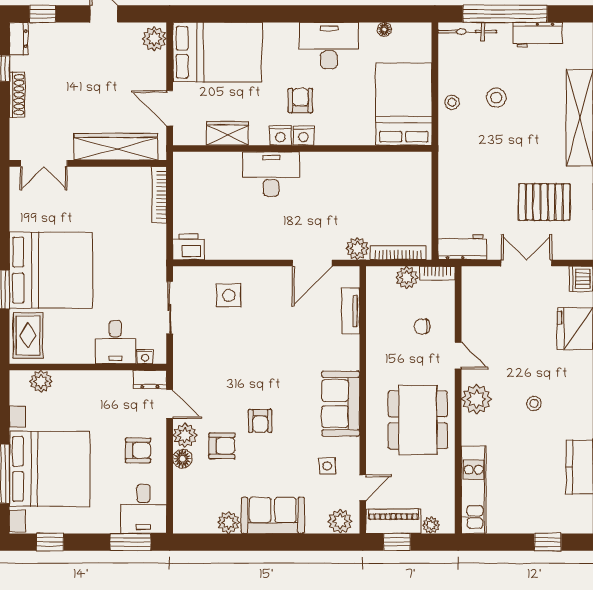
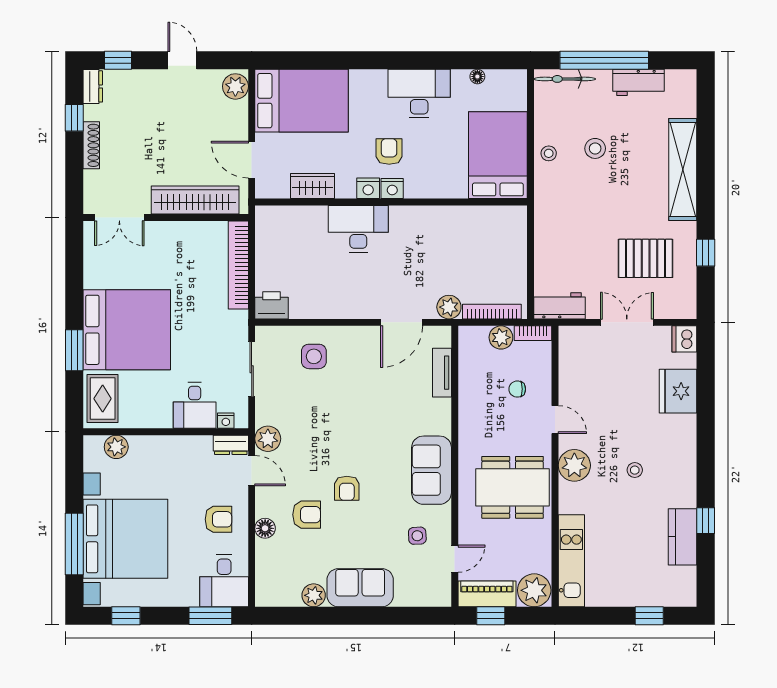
bookcase: (159, 195) -> (238, 265), width x1.48, depth x1.31
dining table: (418, 420) -> (513, 487), turned 90
plant: (185, 435) -> (268, 439), moved
plant: (340, 521) -> (431, 594), removed
plant: (431, 525) -> (534, 590), width x1.87, depth x1.87

